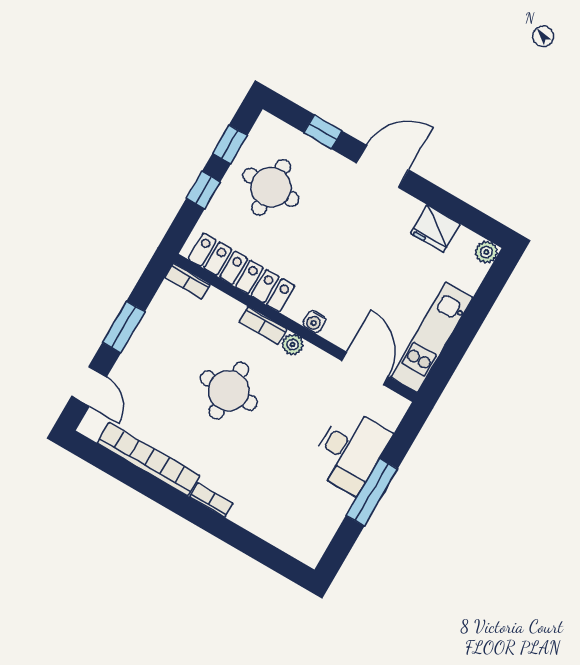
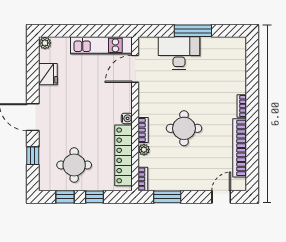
water cooler: (314, 322) -> (127, 118), moved
window: (124, 327) -> (167, 197), moved
plant: (293, 344) -> (144, 150), moved

